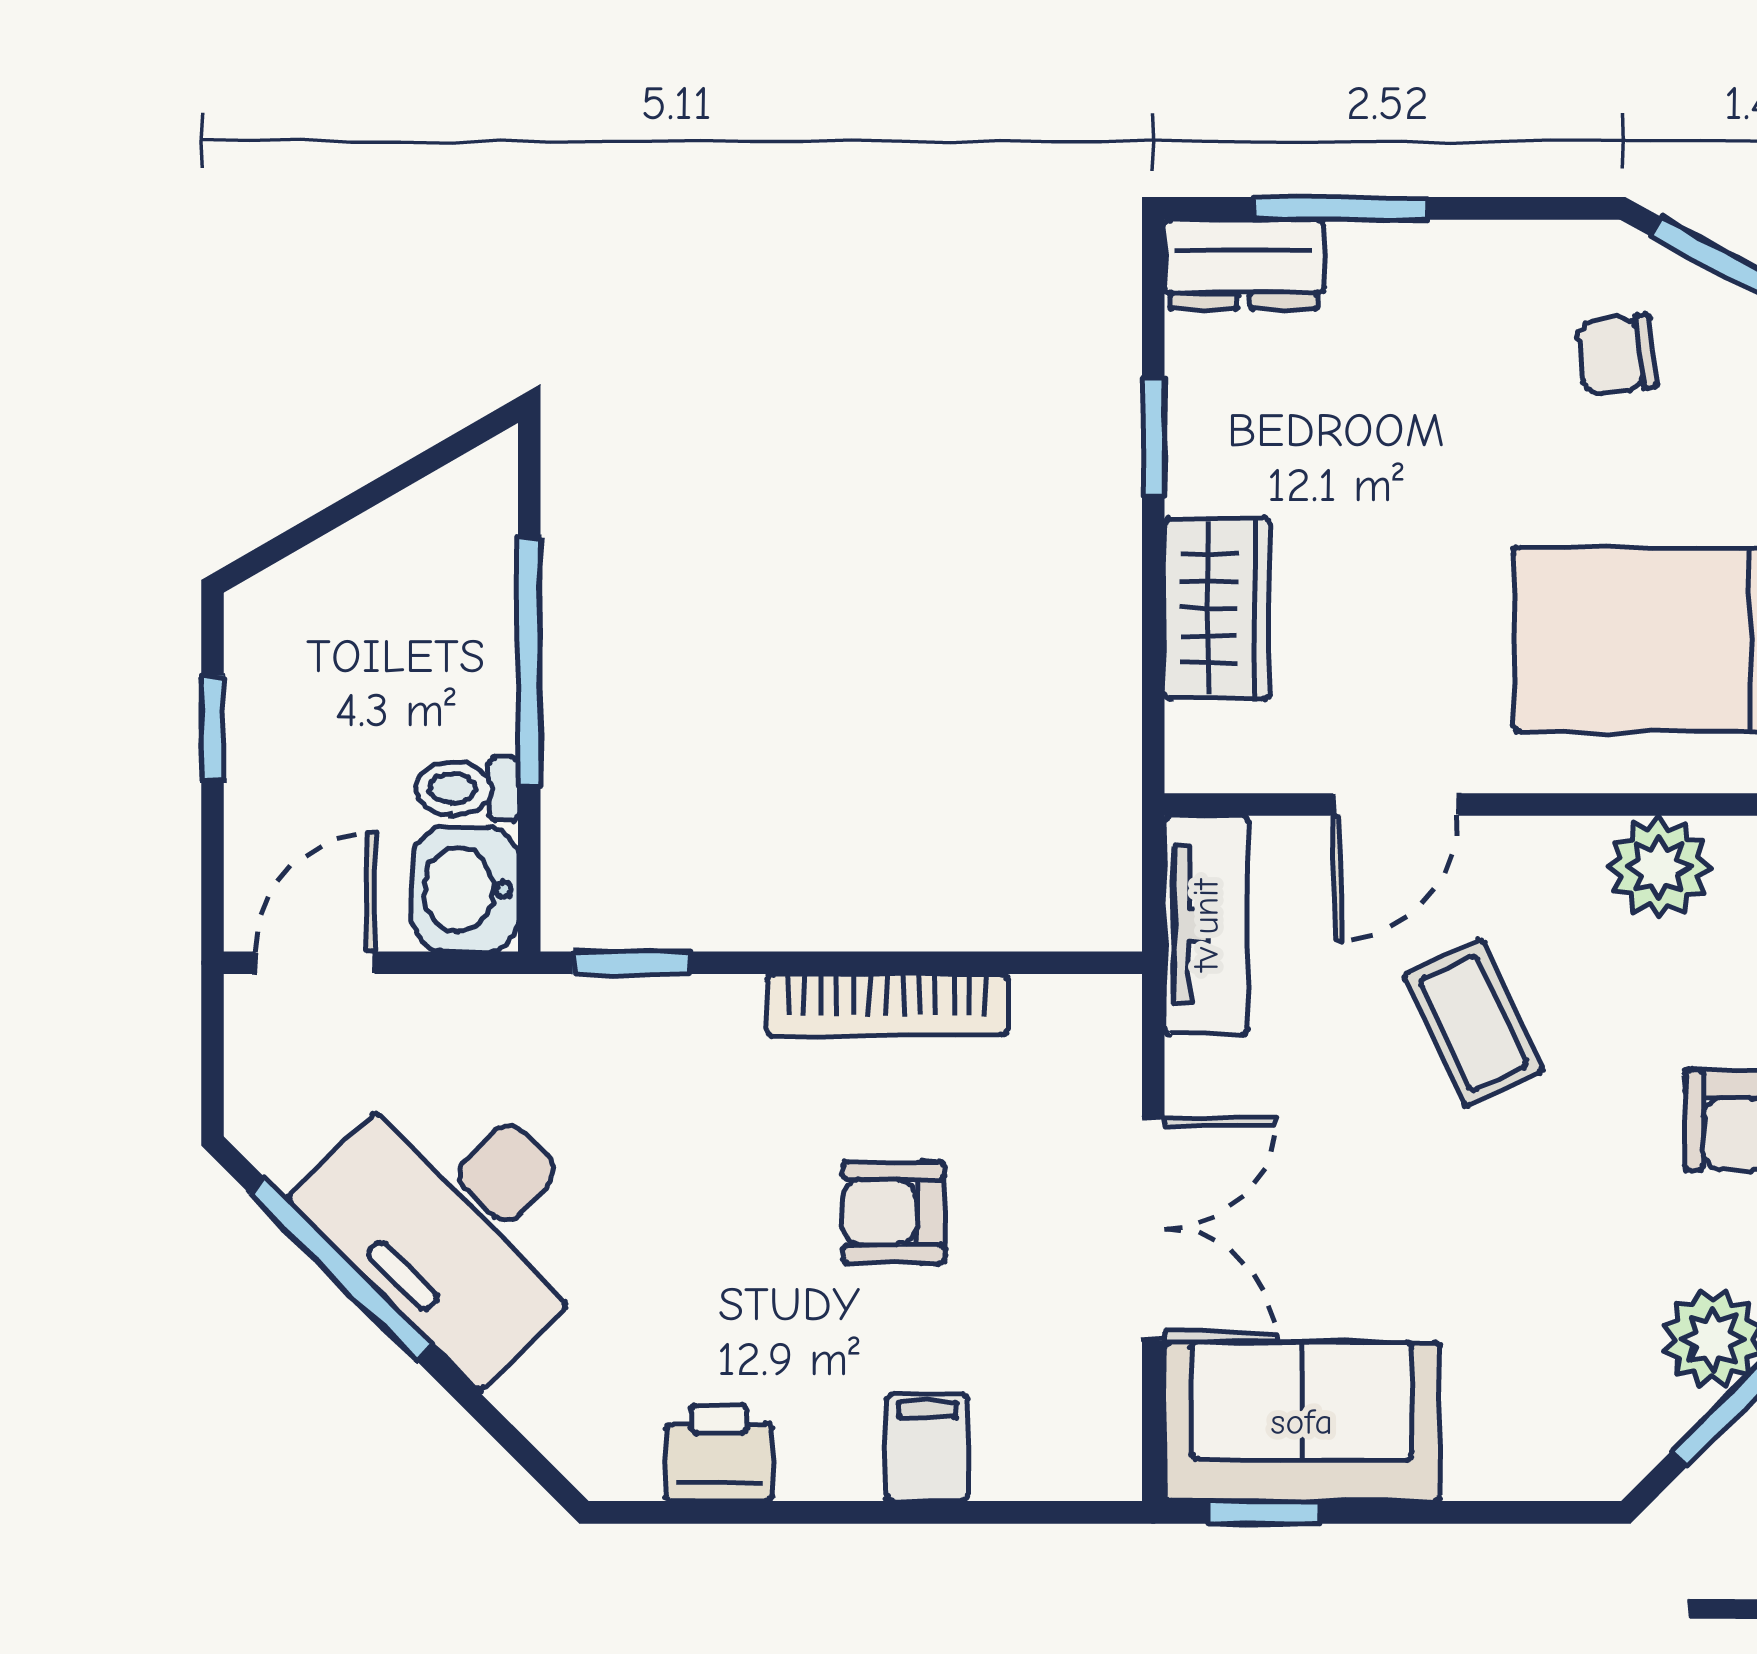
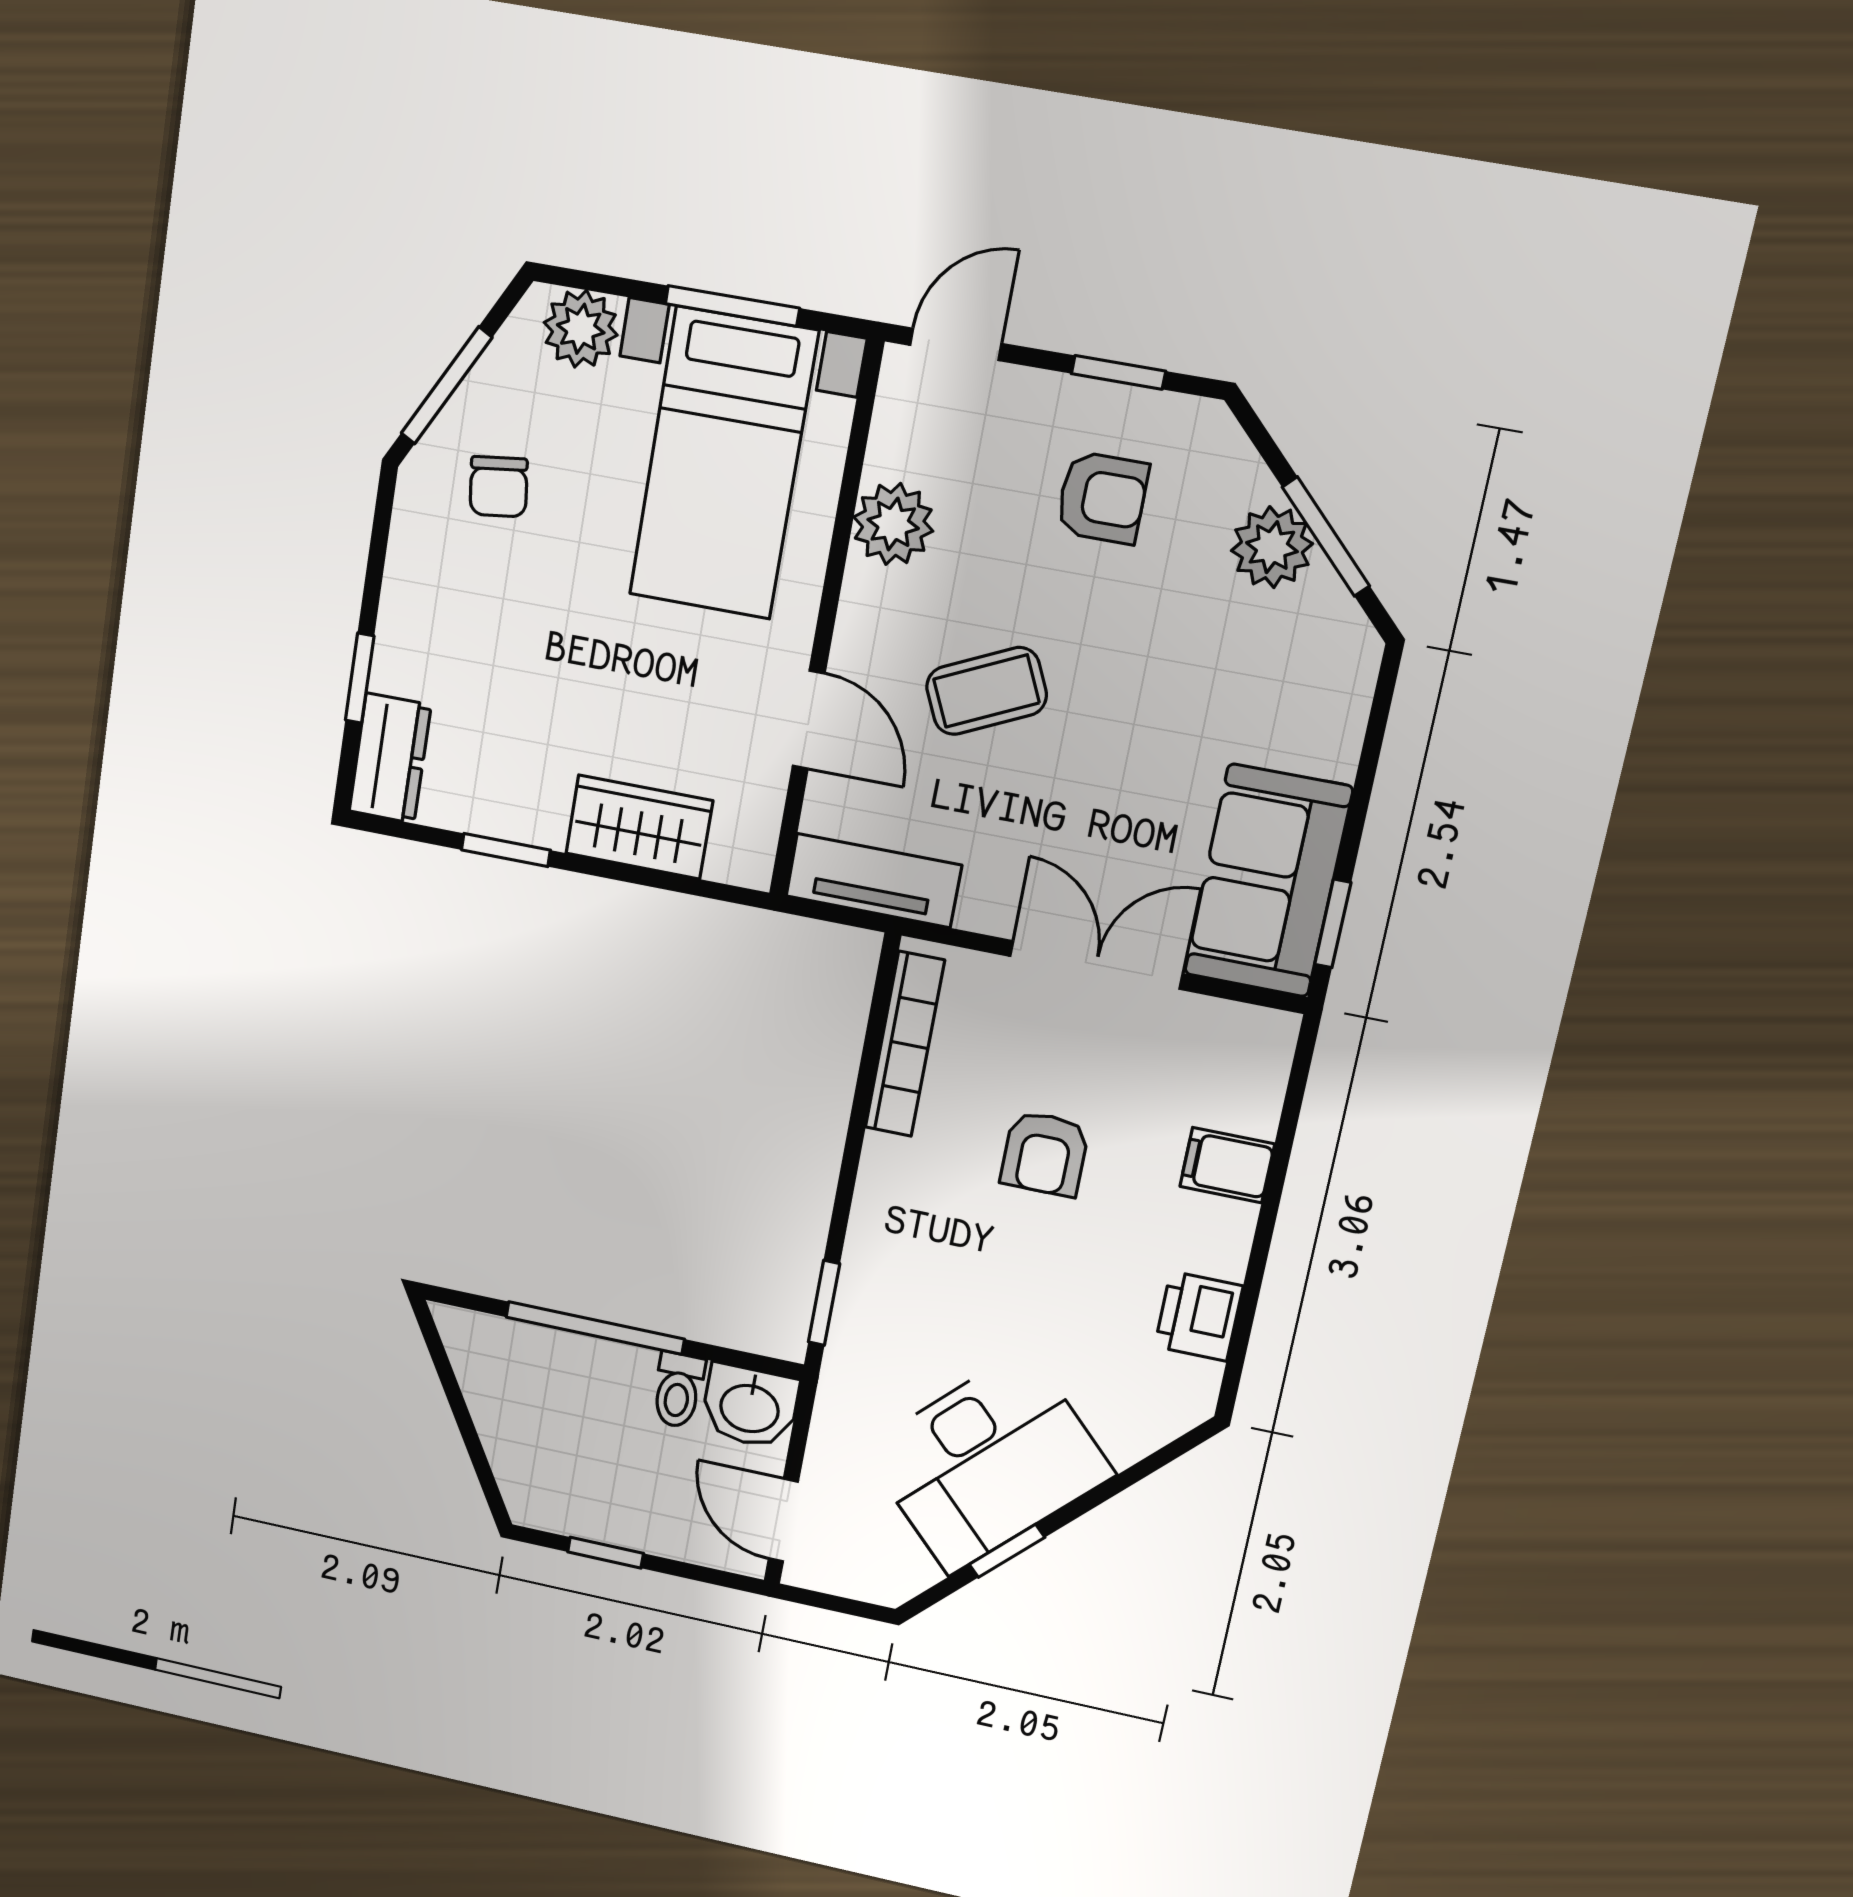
window: (1341, 208) -> (360, 678), width x0.67
bookcase: (887, 1005) -> (905, 1044), moved
window: (341, 1269) -> (1007, 1551), width x0.46

